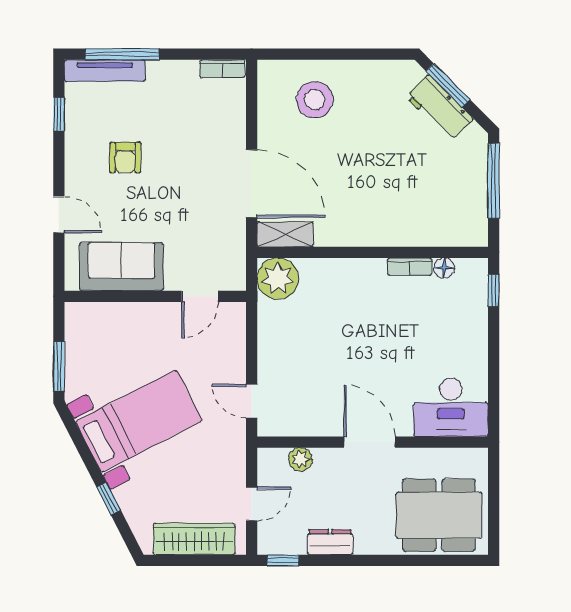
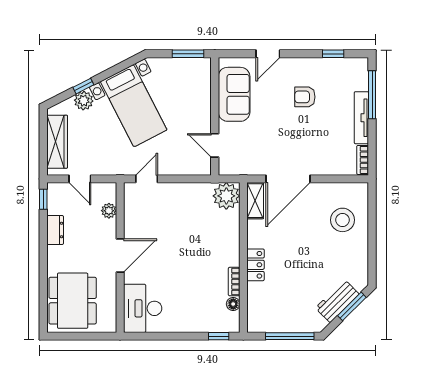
tv unit: (105, 71) -> (361, 118), moved
locker: (384, 234) -> (255, 265), added
window: (59, 366) -> (188, 54), moved
plant: (131, 498) -> (84, 101), added

